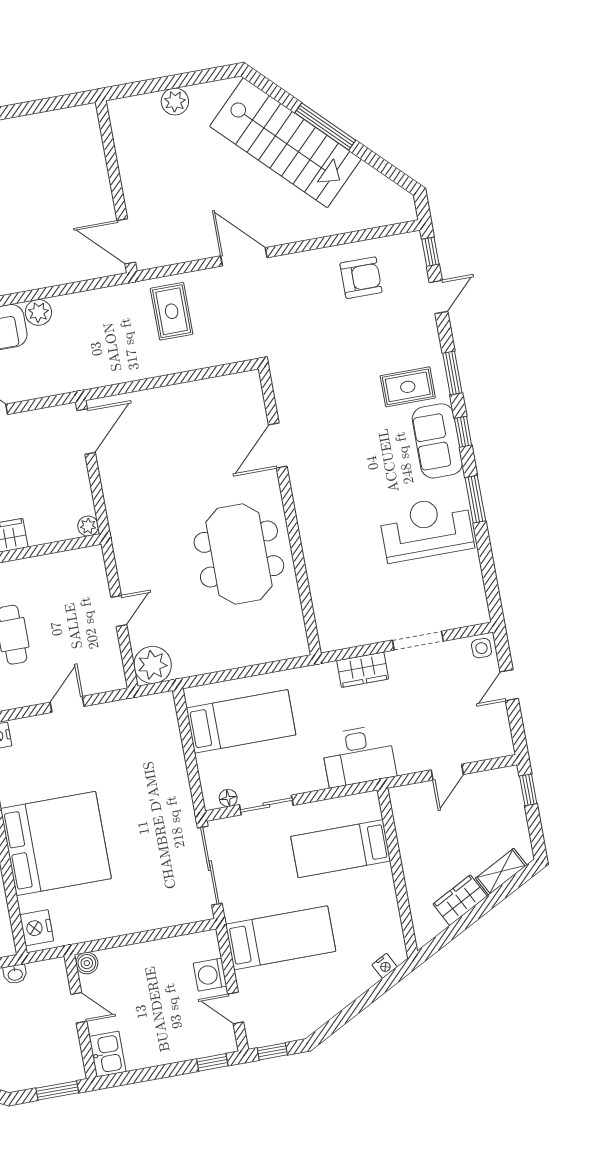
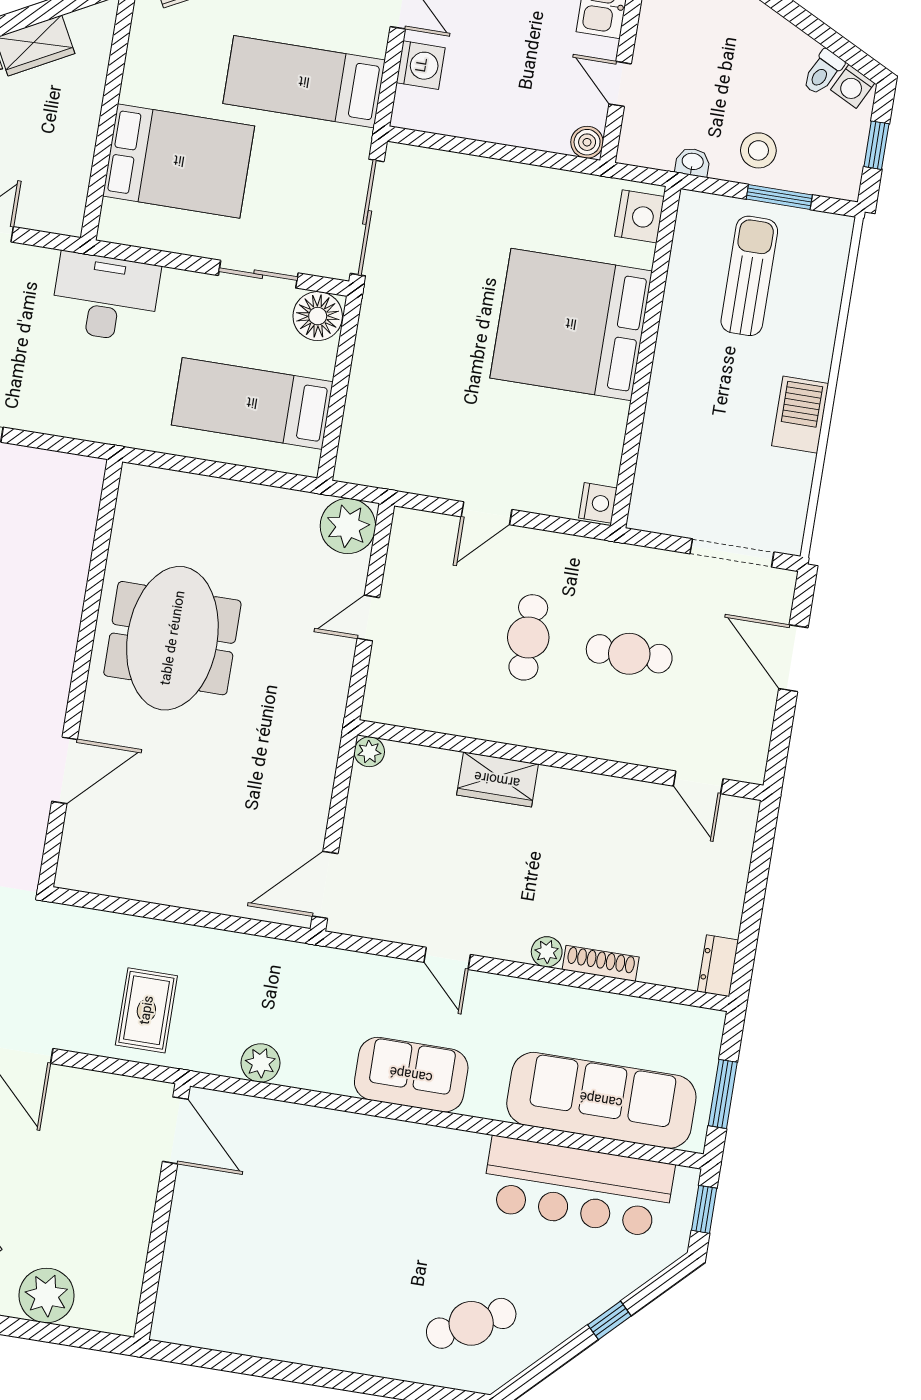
plant: (175, 102) -> (47, 1295), width x1.36, depth x1.36
plant: (38, 312) -> (261, 1063), moved
wardrobe: (363, 670) -> (57, 415), removed
floor lamp: (228, 798) -> (318, 316), width x1.89, depth x1.89
bed: (341, 849) -> (179, 161), width x1.50

